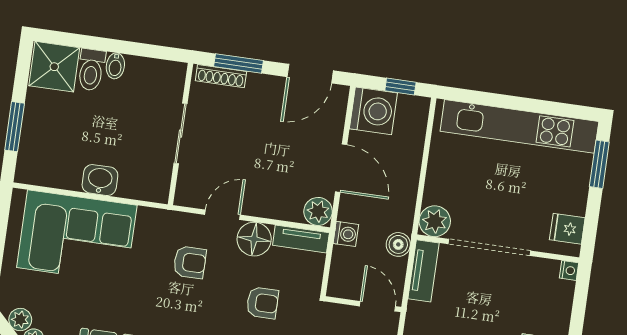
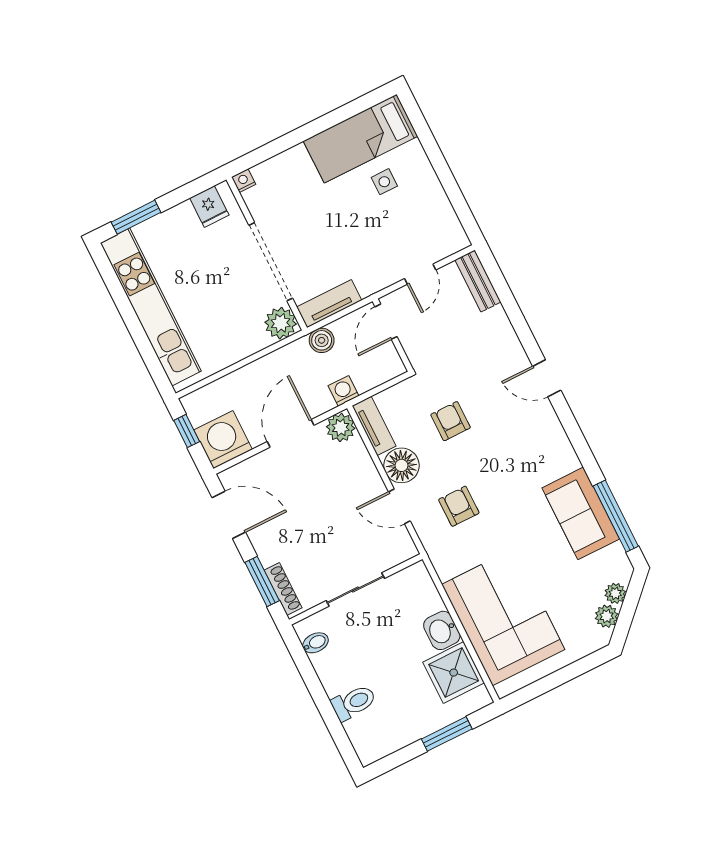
bidet: (115, 66) -> (315, 643), moved
shower: (54, 67) -> (454, 673), moved

